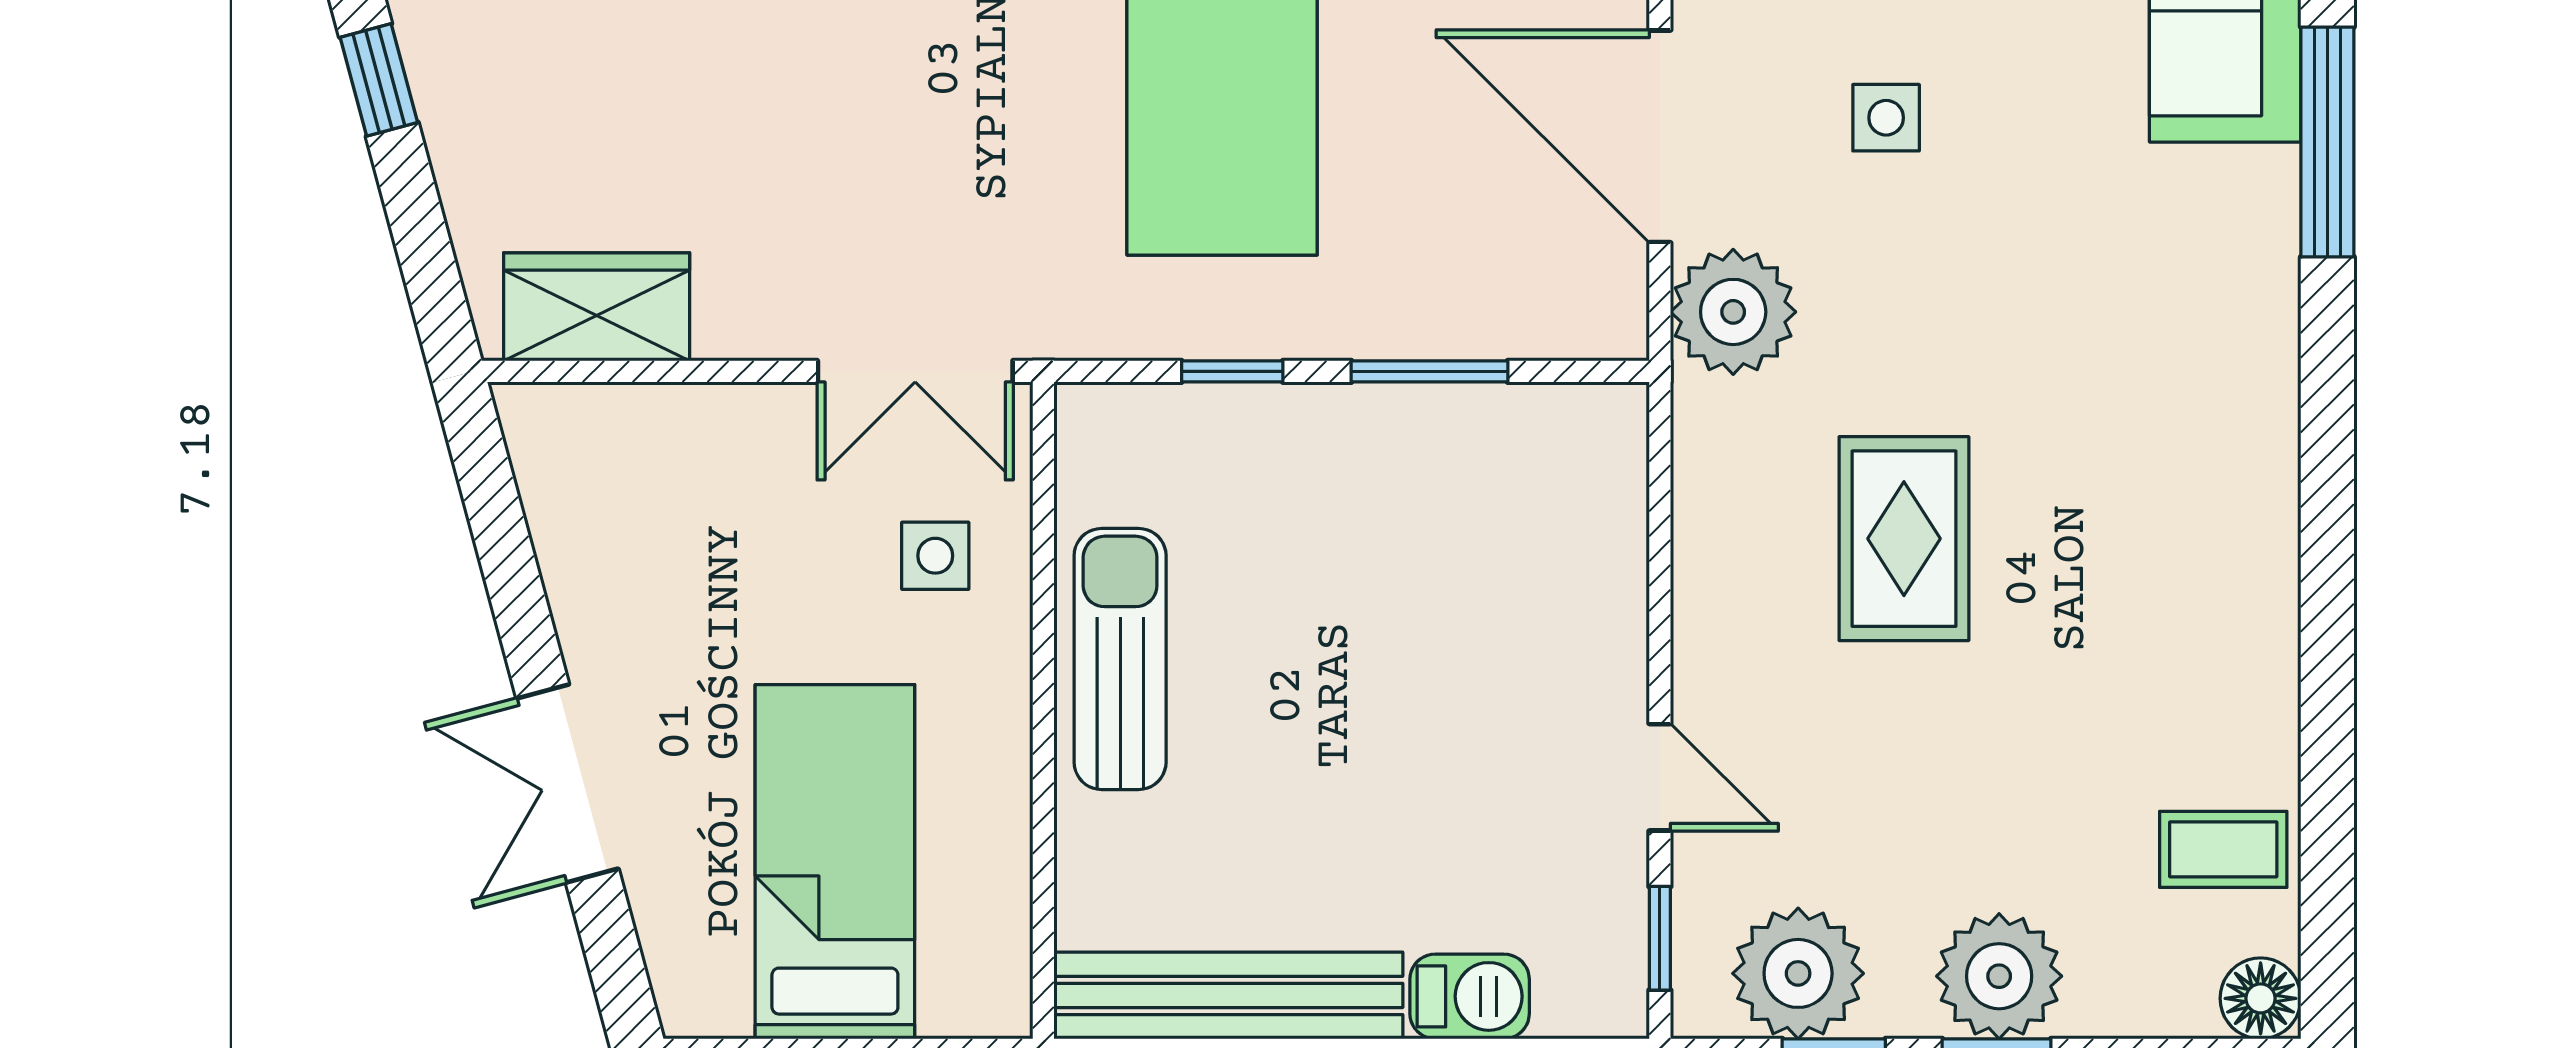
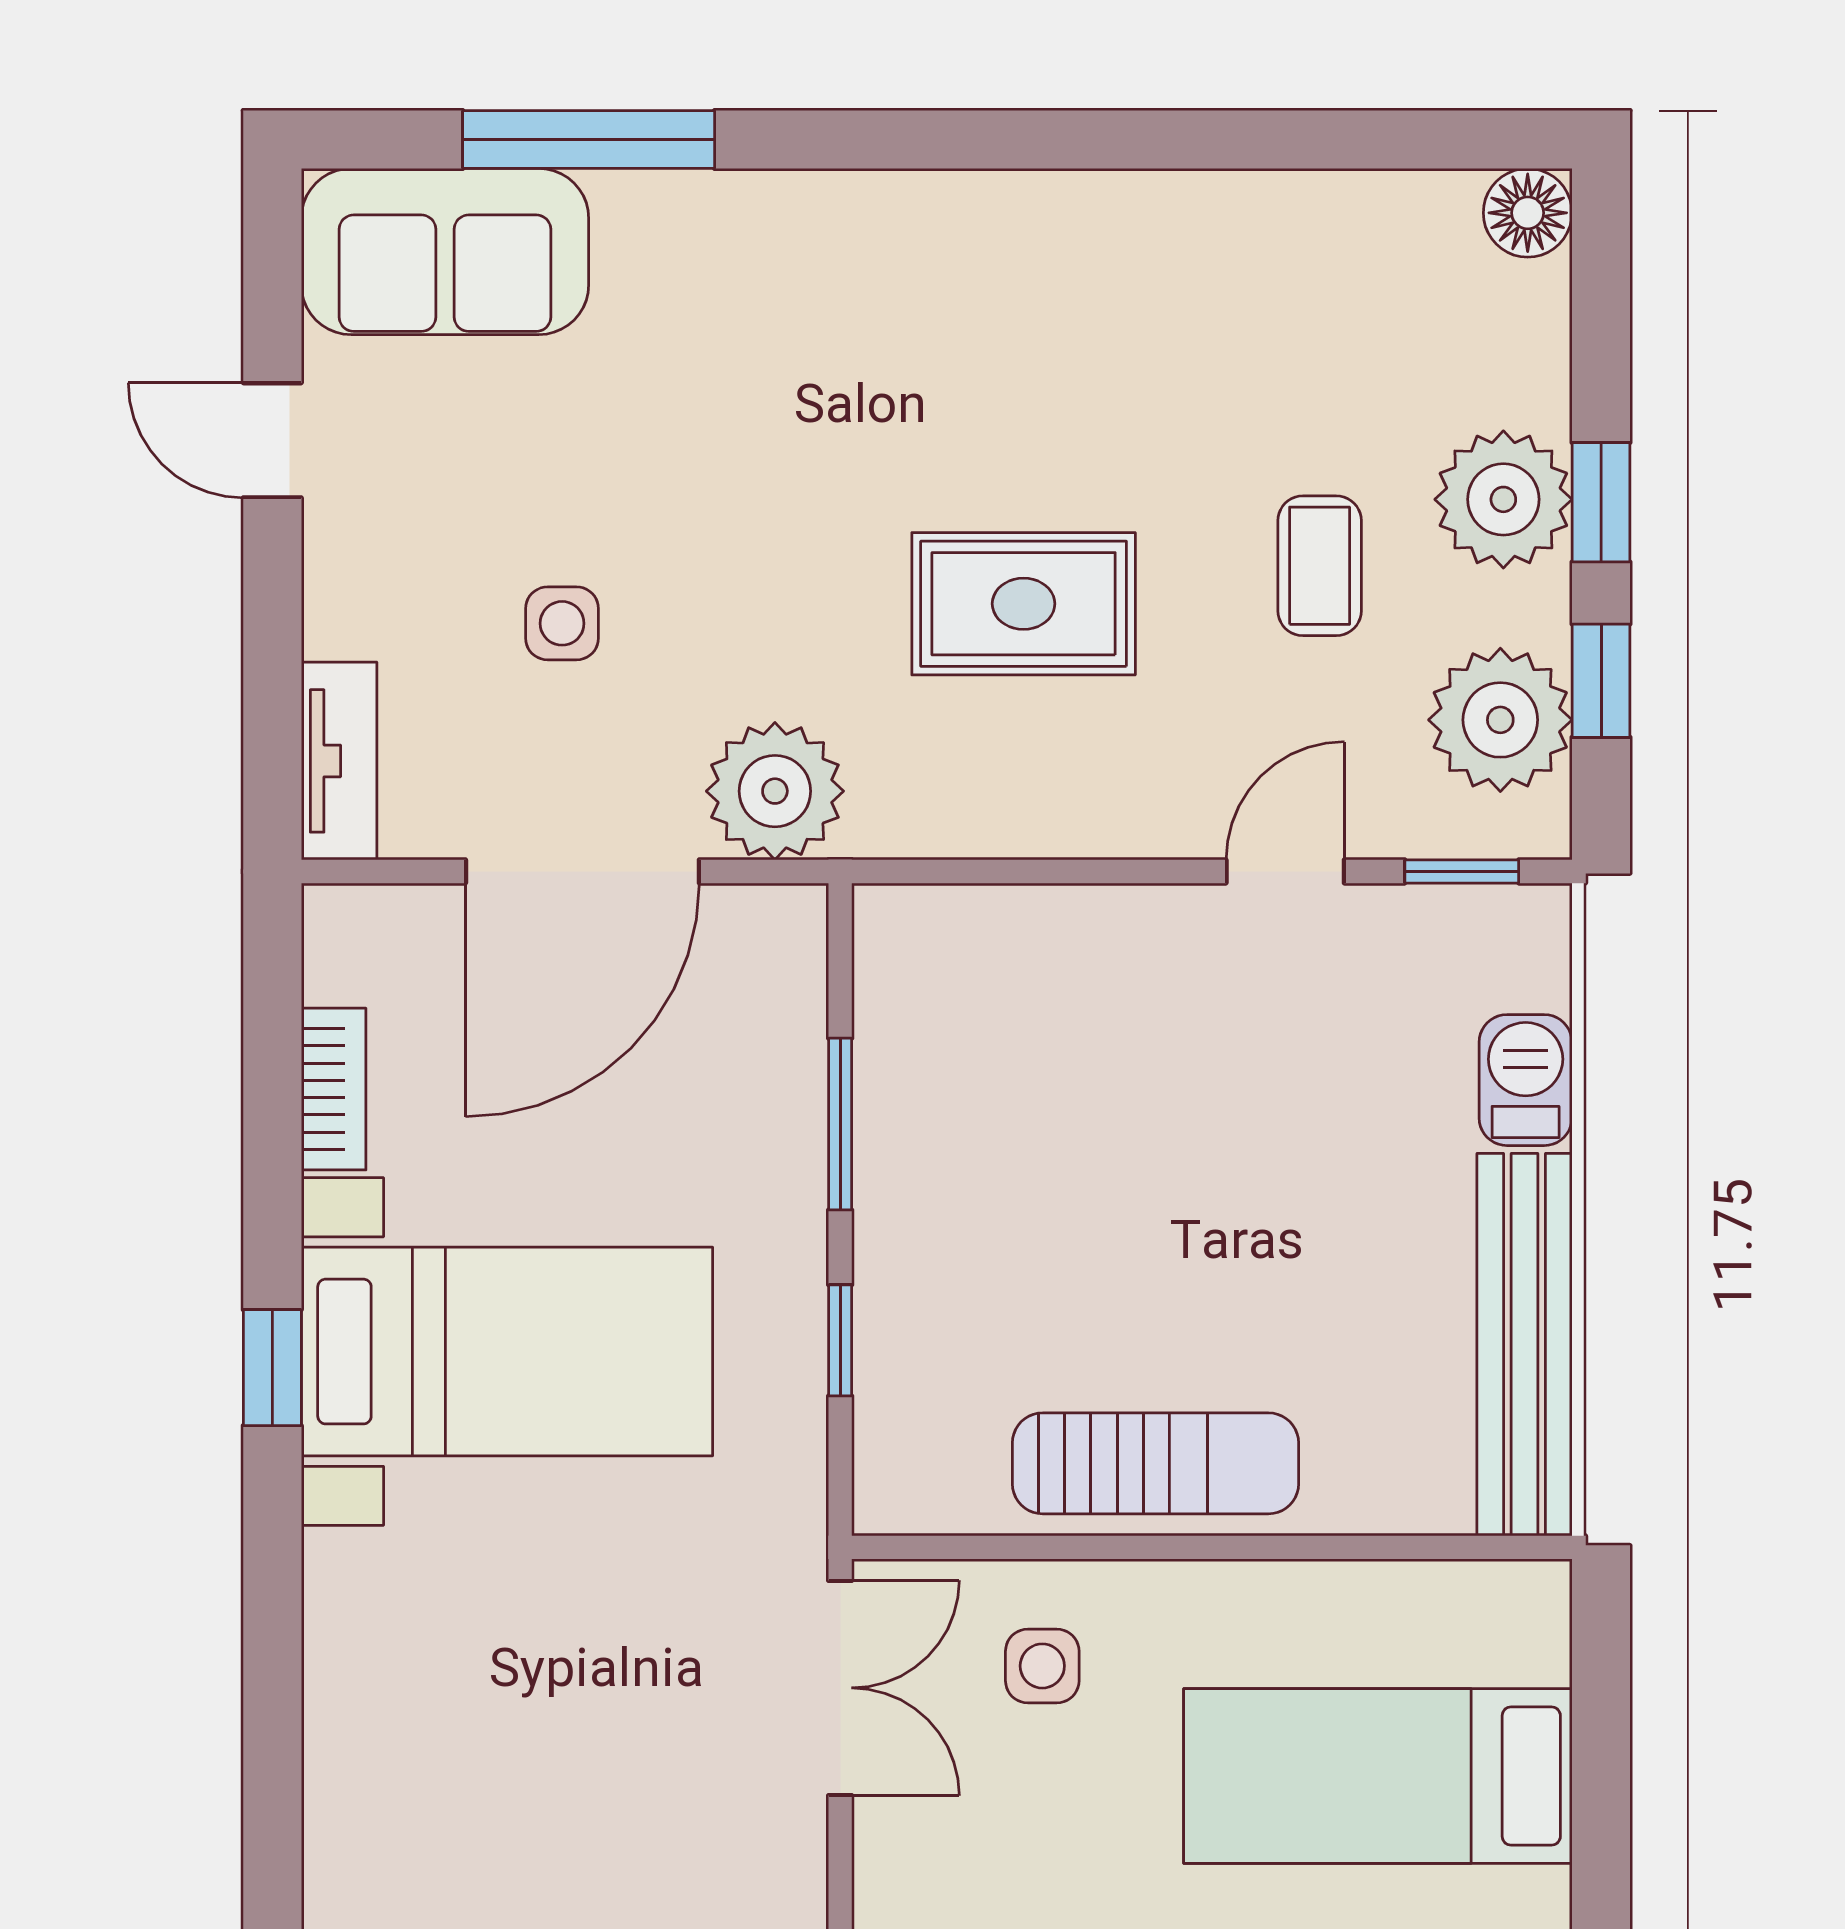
sun lounger: (1120, 659) -> (1156, 1463), turned 180
coffee table: (2223, 849) -> (1320, 566), moved

